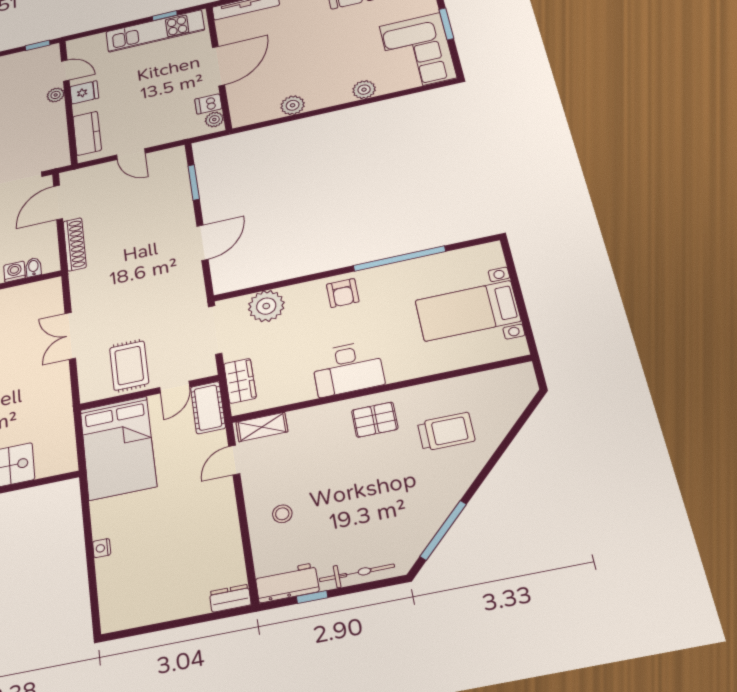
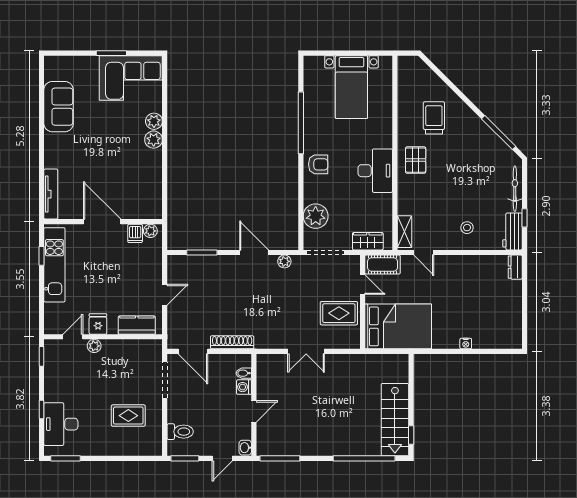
plant: (293, 105) -> (154, 140), moved
plant: (195, 282) -> (284, 261), added

